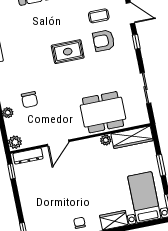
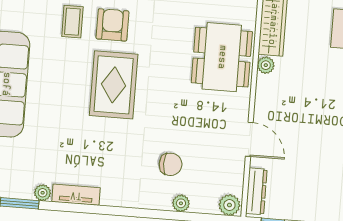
armchair: (104, 41) -> (112, 25), turned 180
rug: (68, 52) -> (114, 85), width x1.36, depth x1.43

